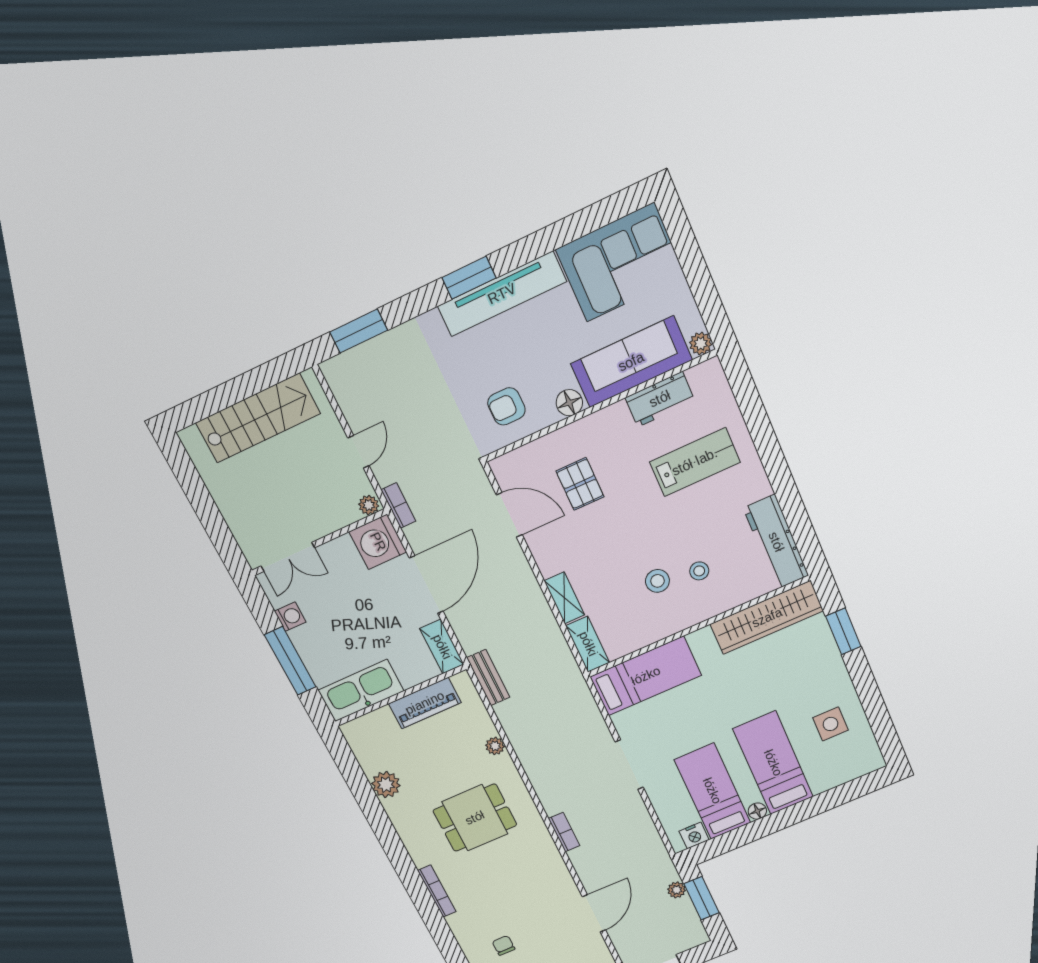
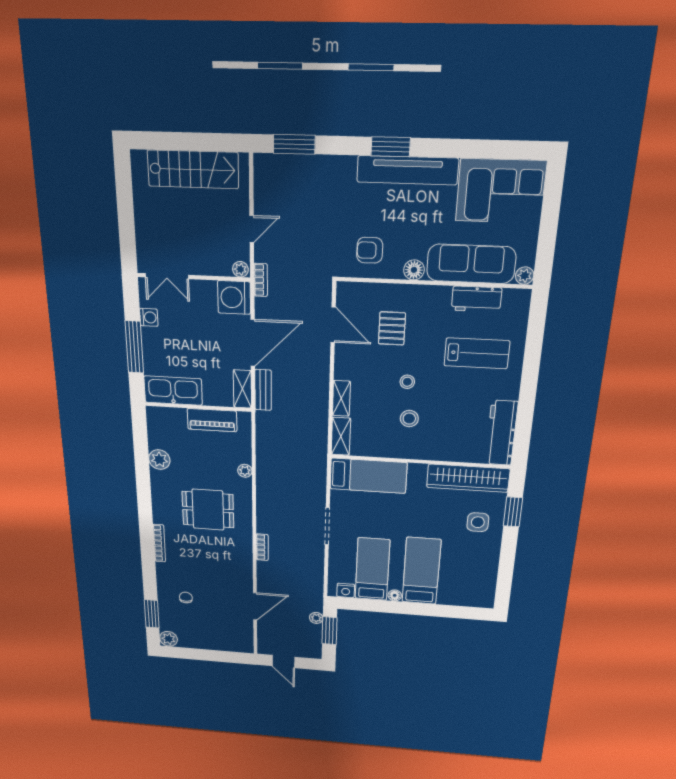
stool: (699, 571) -> (407, 382), moved
bench: (488, 678) -> (263, 390), moved
side table: (831, 724) -> (478, 522), moved

